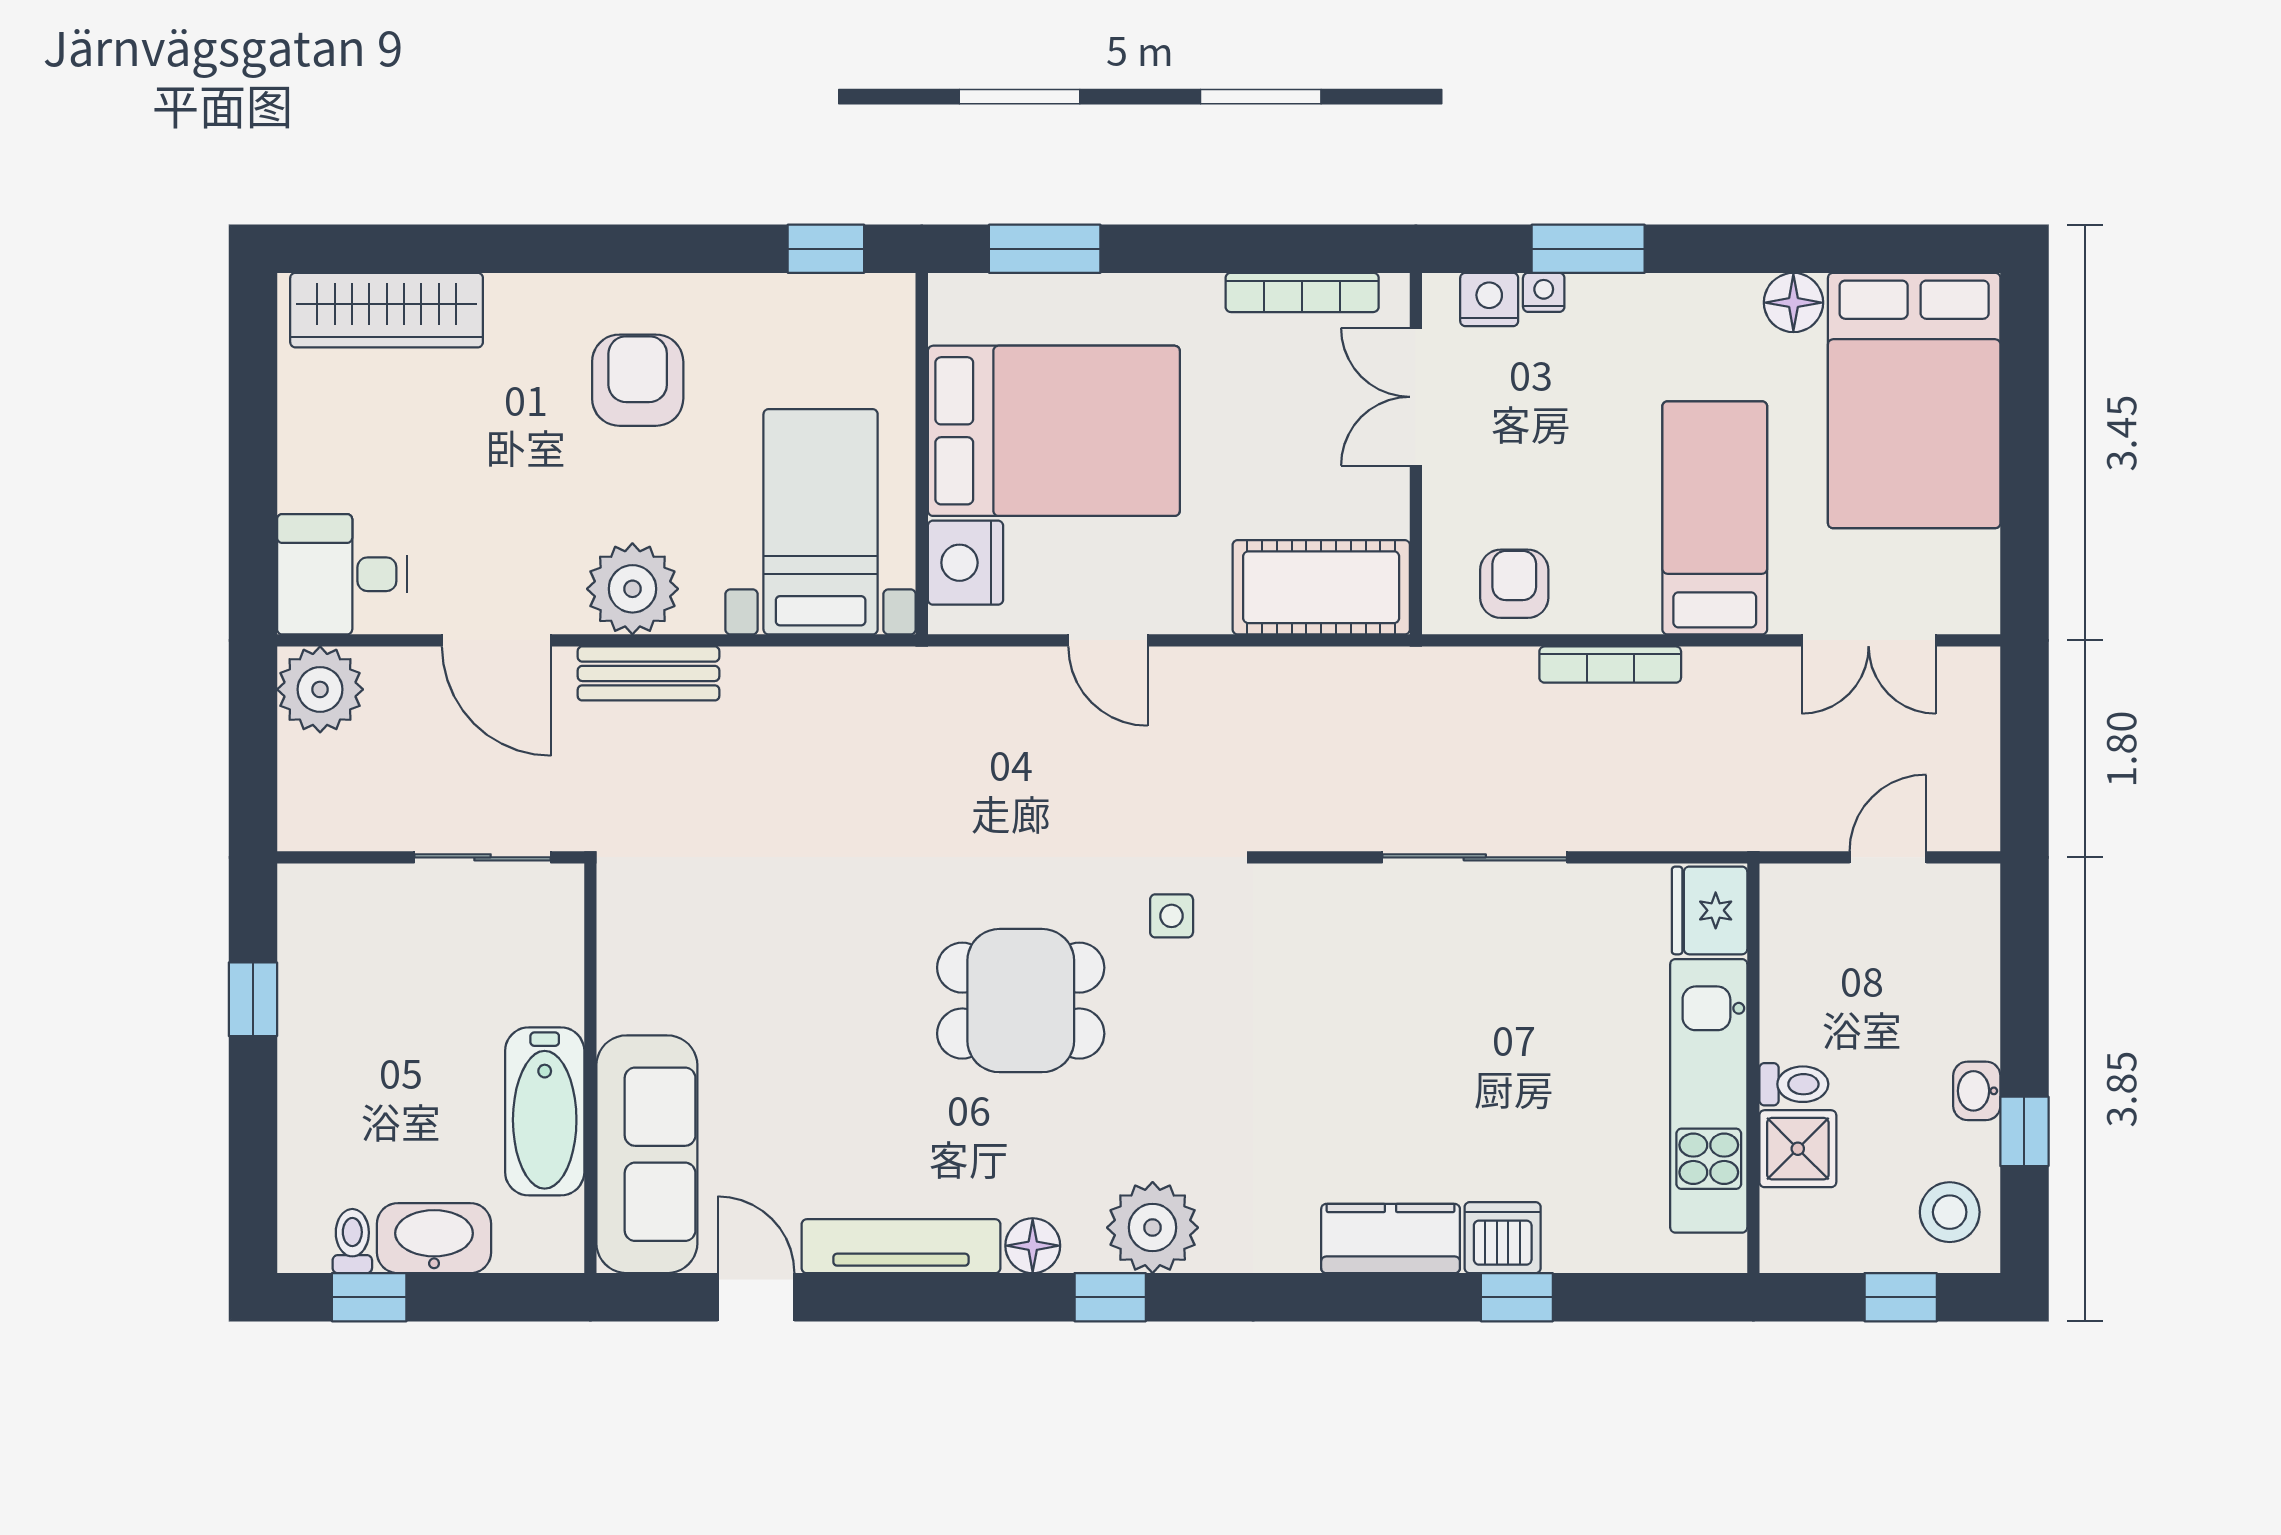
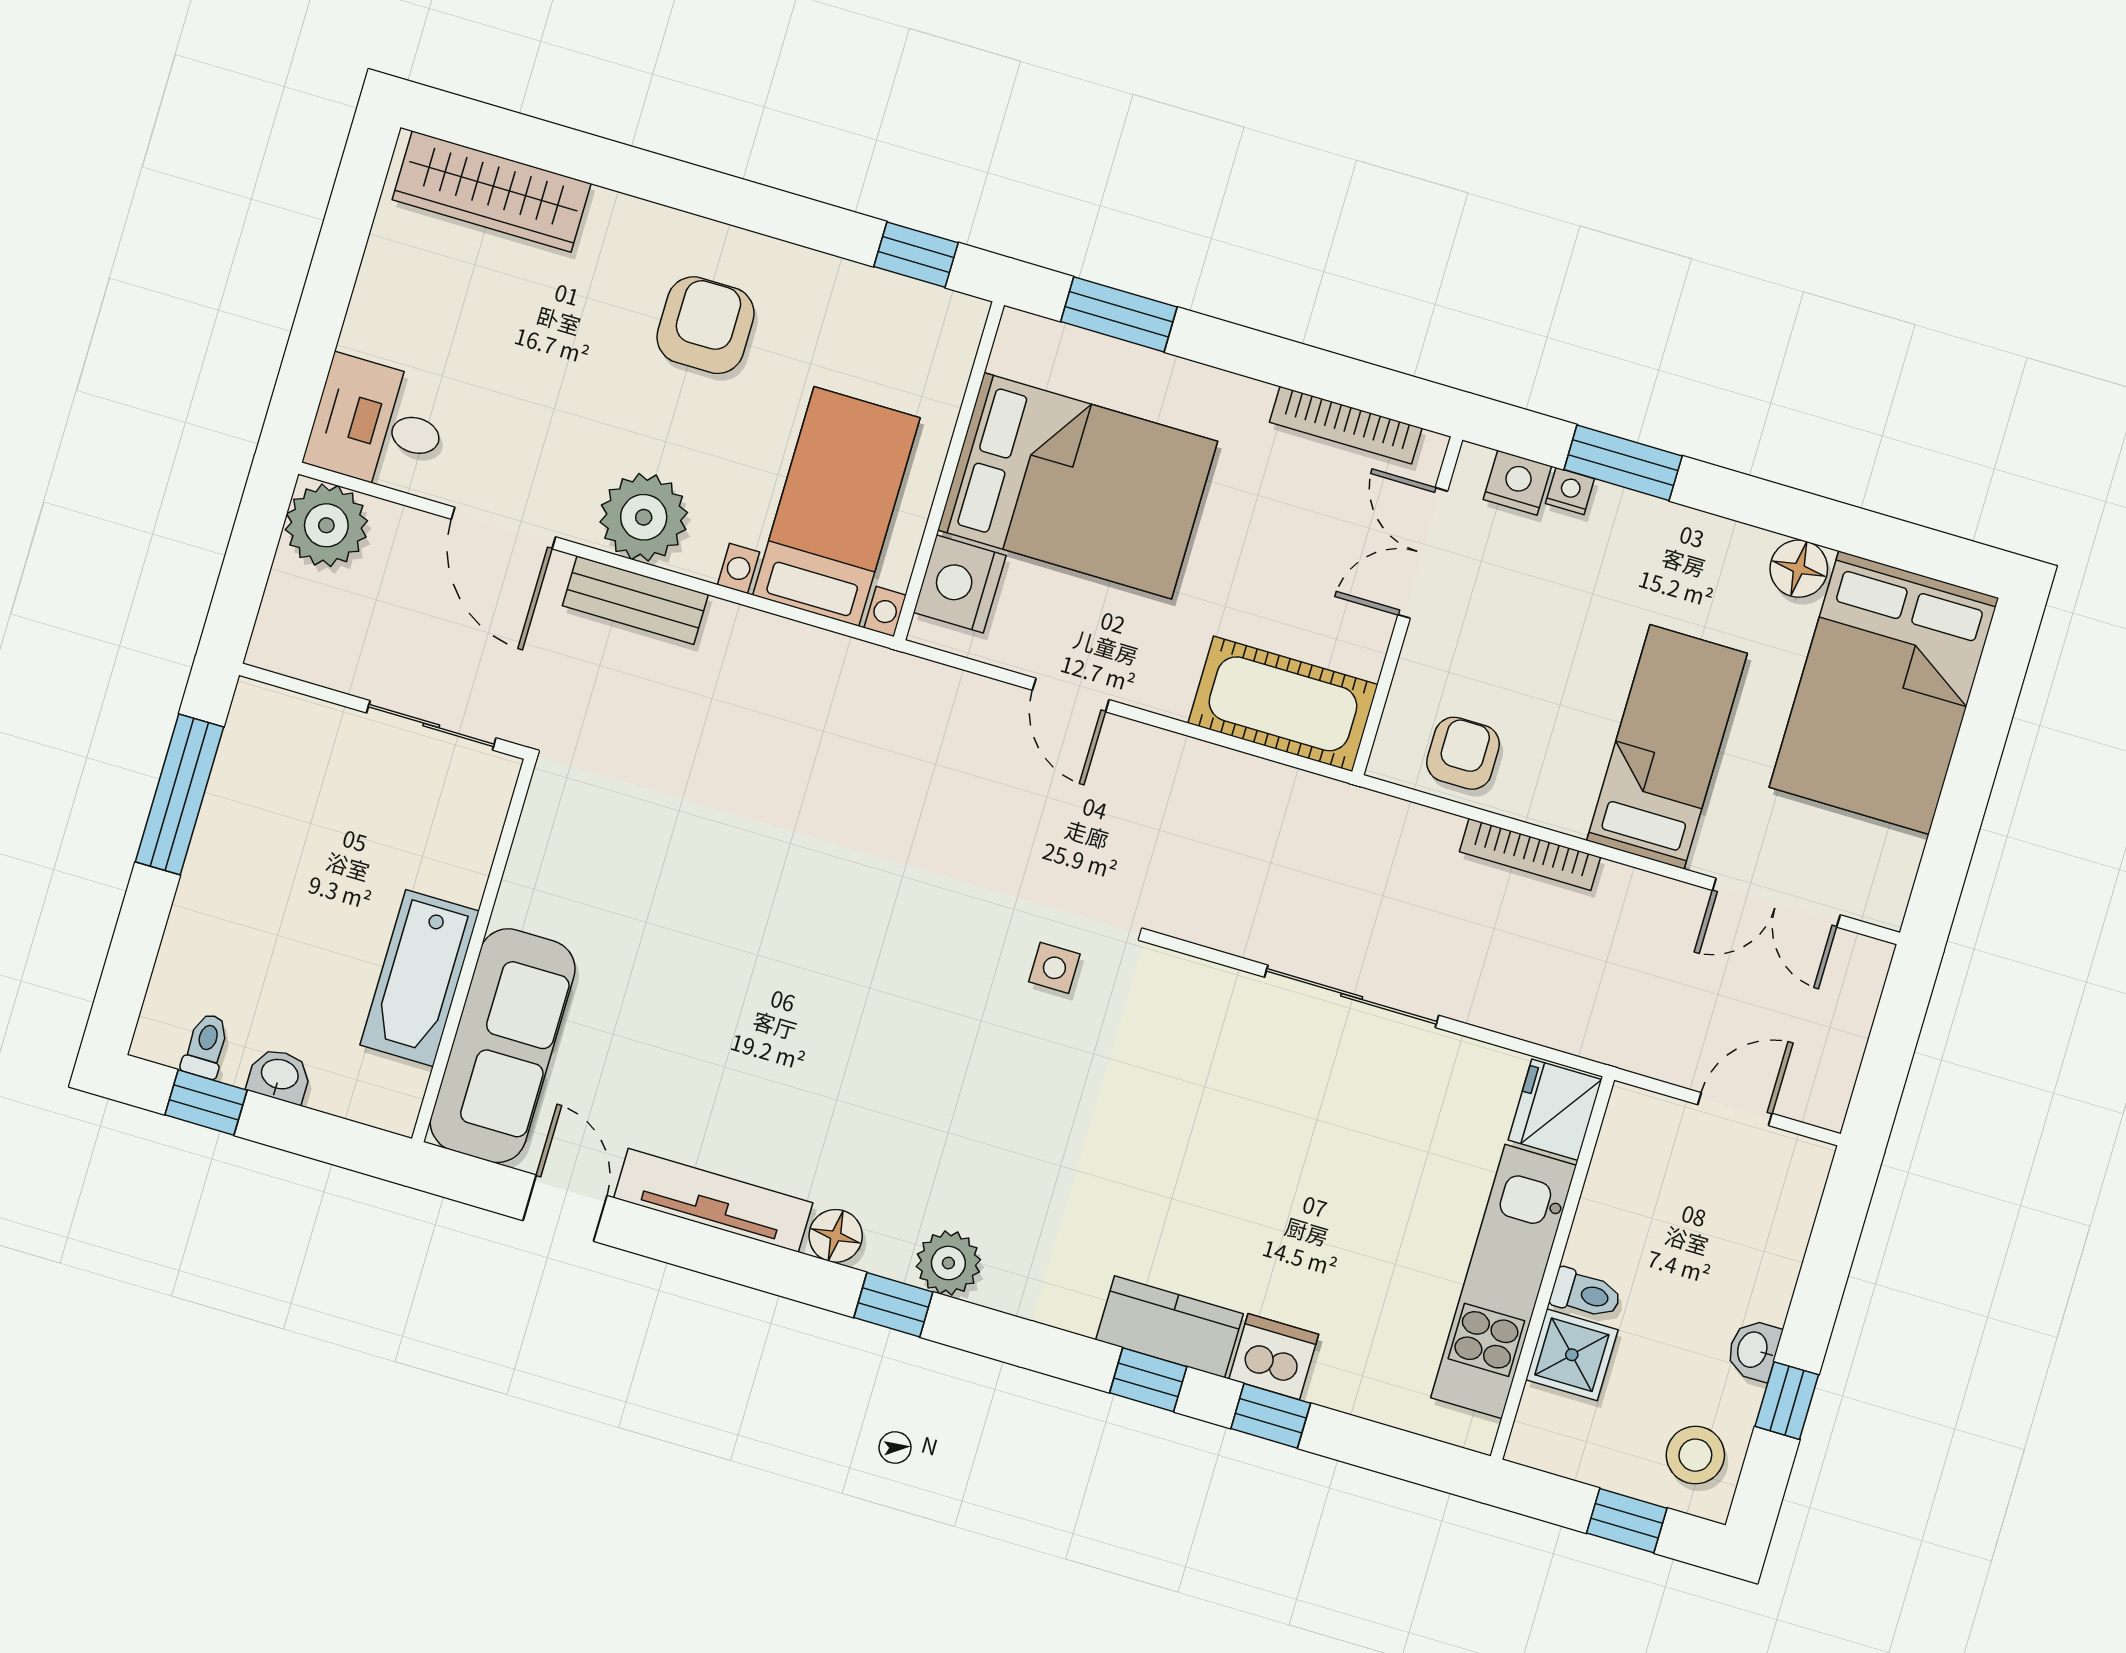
window: (253, 999) -> (180, 794), width x2.17
dining table: (1021, 1001) -> (891, 1005), removed
plant: (1153, 1228) -> (948, 1263), width x0.73, depth x0.73
washbasin: (434, 1238) -> (279, 1075), width x0.52, depth x0.69
window: (1385, 1297) -> (1148, 1380), added

